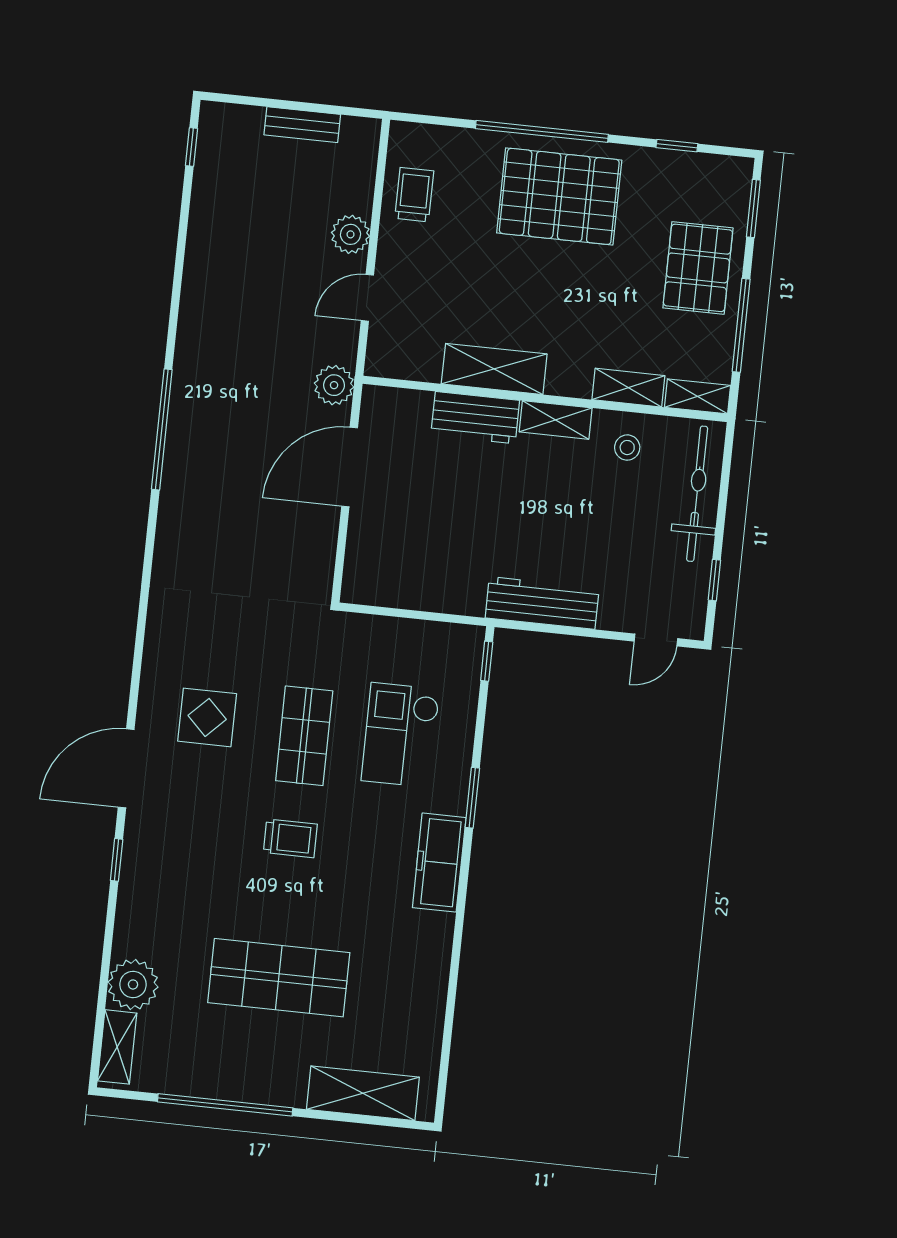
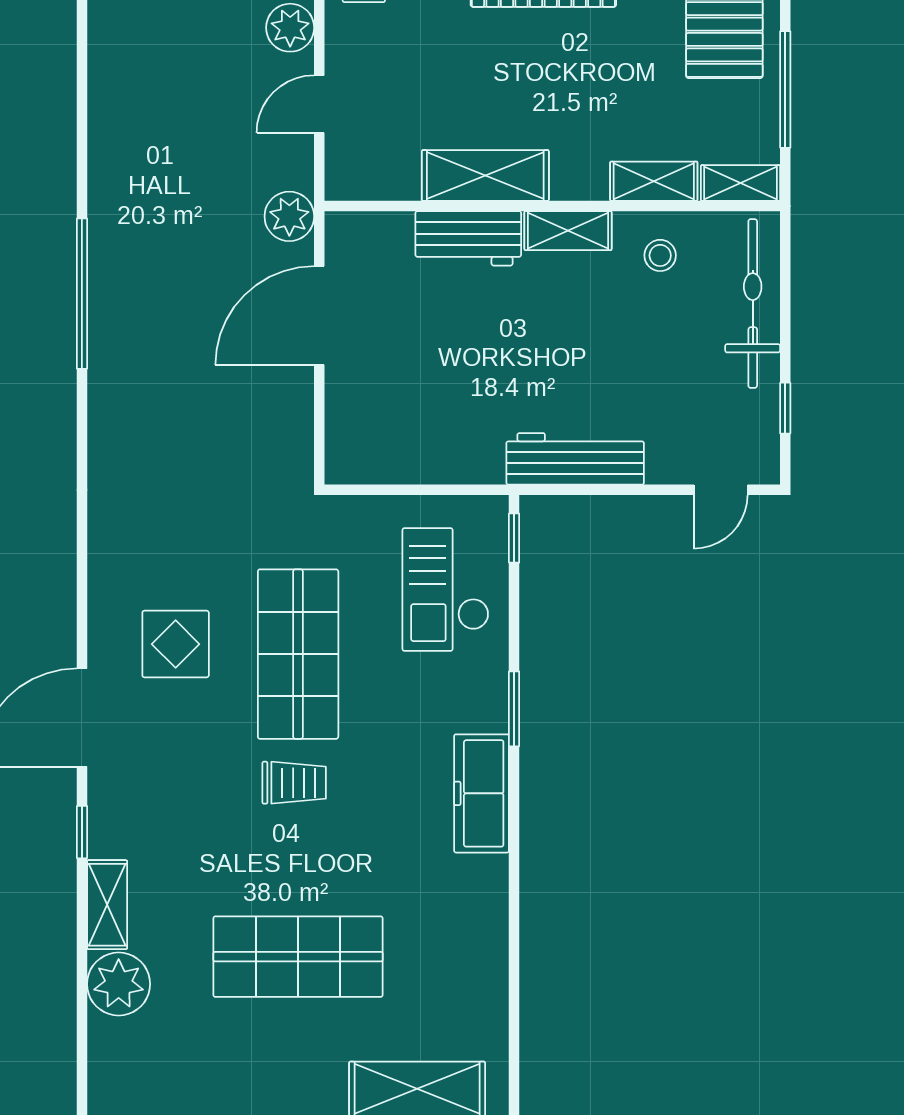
checkout: (401, 735) -> (446, 589), moved
shop shelf: (304, 736) -> (298, 654), width x1.43, depth x1.36
shelving: (117, 1047) -> (107, 905), moved

